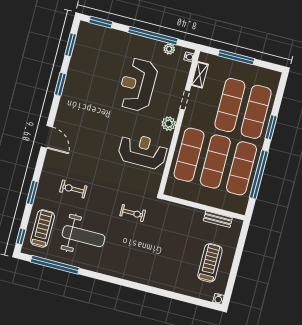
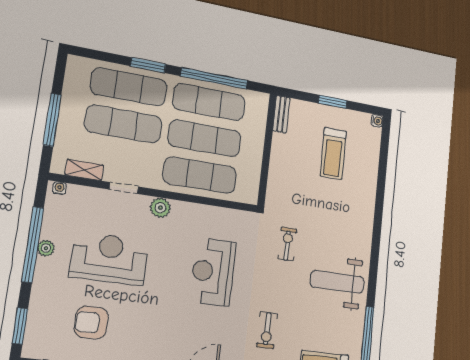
plant: (169, 49) -> (46, 248), moved
armchair: (96, 68) -> (91, 322), added
reception desk: (138, 85) -> (110, 259), turned 180
reception desk: (143, 151) -> (213, 272), moved
bench: (218, 219) -> (281, 114), moved
weight bench: (83, 236) -> (337, 282), moved, turned -90
treadmill: (210, 263) -> (333, 153), moved, turned -90
window: (236, 264) -> (333, 102), added

